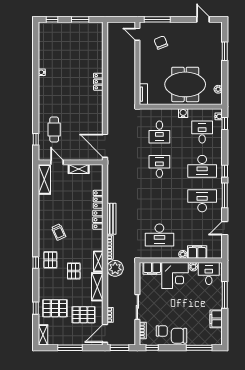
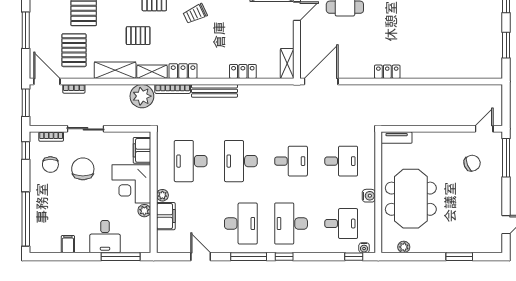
locker: (98, 82) -> (387, 72), moved
desk: (159, 132) -> (341, 161), turned 180
shelving: (79, 169) -> (287, 63), moved
desk: (159, 201) -> (241, 161), added
locker: (98, 220) -> (183, 71), moved
desk: (209, 273) -> (105, 237), moved, turned 90
window: (225, 295) -> (121, 257), moved
filing cabinet: (216, 319) -> (68, 244), width x0.50
chair: (179, 336) -> (83, 169), moved
window: (199, 348) -> (26, 219), width x1.46

